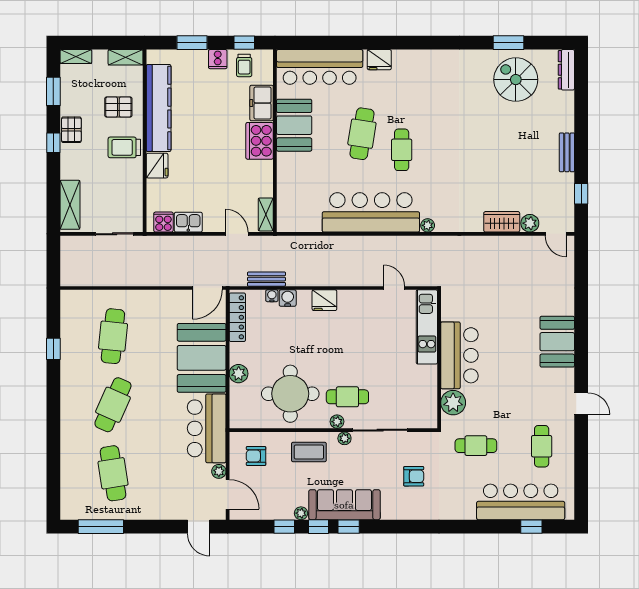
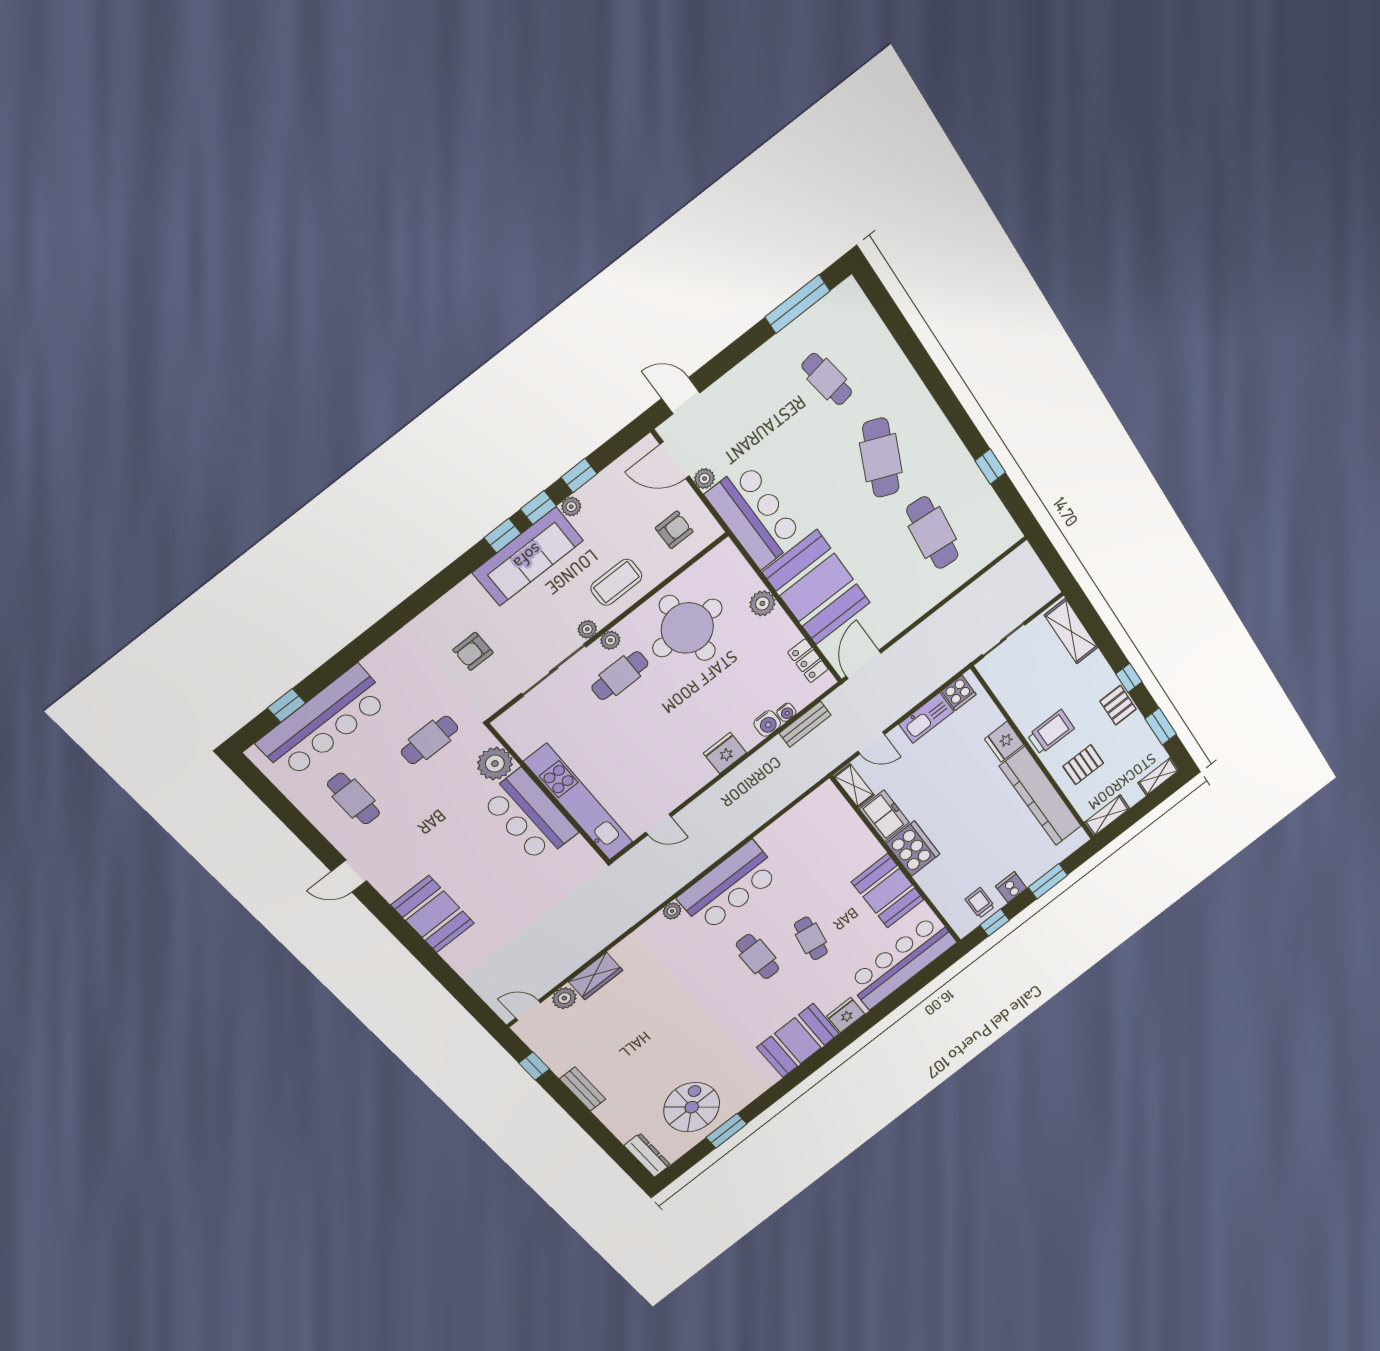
booth: (420, 68) -> (798, 1041), added
spiral stairs: (516, 80) -> (692, 1107), turned -90
freezer: (262, 103) -> (884, 816), moved
cafe table: (362, 134) -> (811, 938), width x0.73, depth x0.74
bar counter: (371, 212) -> (729, 886), width x0.73
kitchen sink: (188, 222) -> (926, 718), width x1.38
locker: (237, 317) -> (808, 661), width x0.66
kitchen unit: (427, 327) -> (579, 802), width x1.36
cafe table: (113, 473) -> (827, 379), width x0.73, depth x0.74

